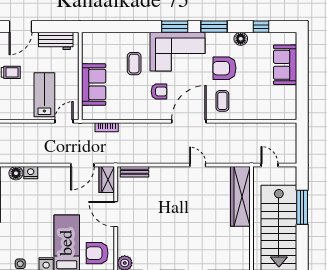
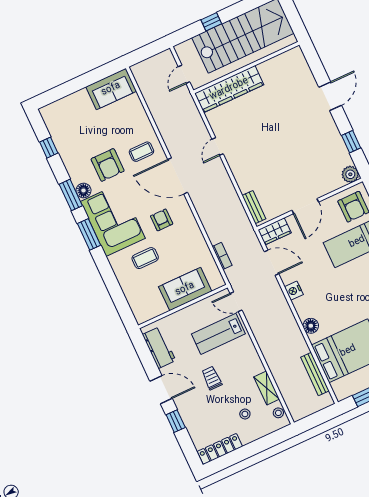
floor lamp: (241, 39) -> (83, 190), moved
sofa: (285, 65) -> (111, 89), moved
nightstand: (31, 173) -> (294, 291), moved
window: (302, 207) -> (211, 22), width x0.46

